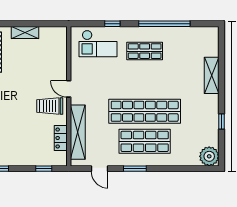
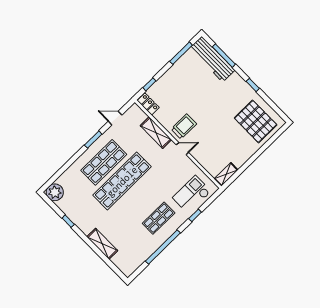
shelving: (25, 32) -> (226, 174), moved
shelving: (78, 132) -> (156, 133), width x0.68
locker: (61, 138) -> (148, 104), moved

